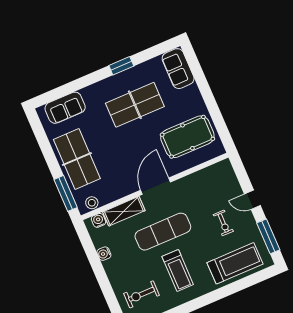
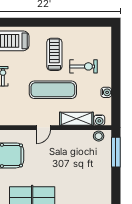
table tennis table: (77, 159) -> (96, 175), removed
door: (156, 186) -> (43, 128), width x0.53
exercise bike: (142, 294) -> (83, 66), moved

